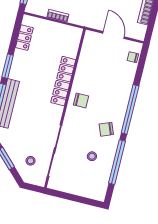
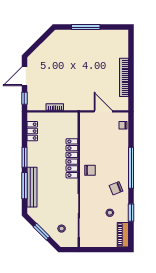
window: (117, 162) -> (131, 213), width x0.47
piano: (101, 186) -> (123, 235), added

